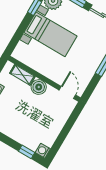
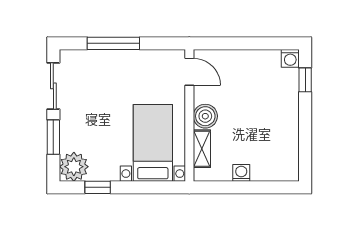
bed with nightstands: (50, 34) -> (153, 143), moved
door: (67, 92) -> (189, 72), swing flipped

